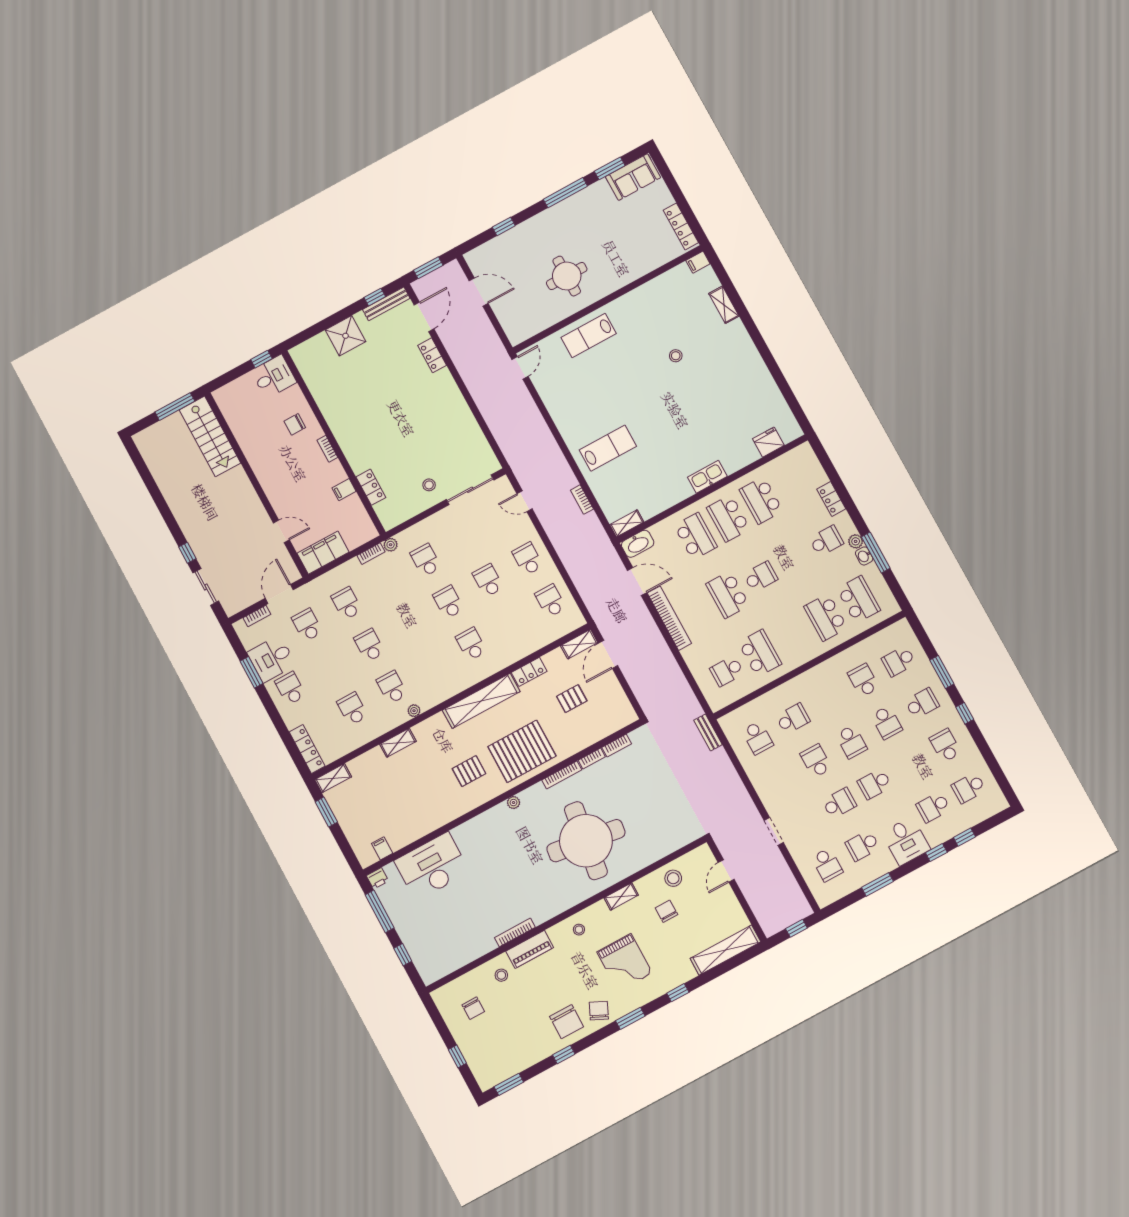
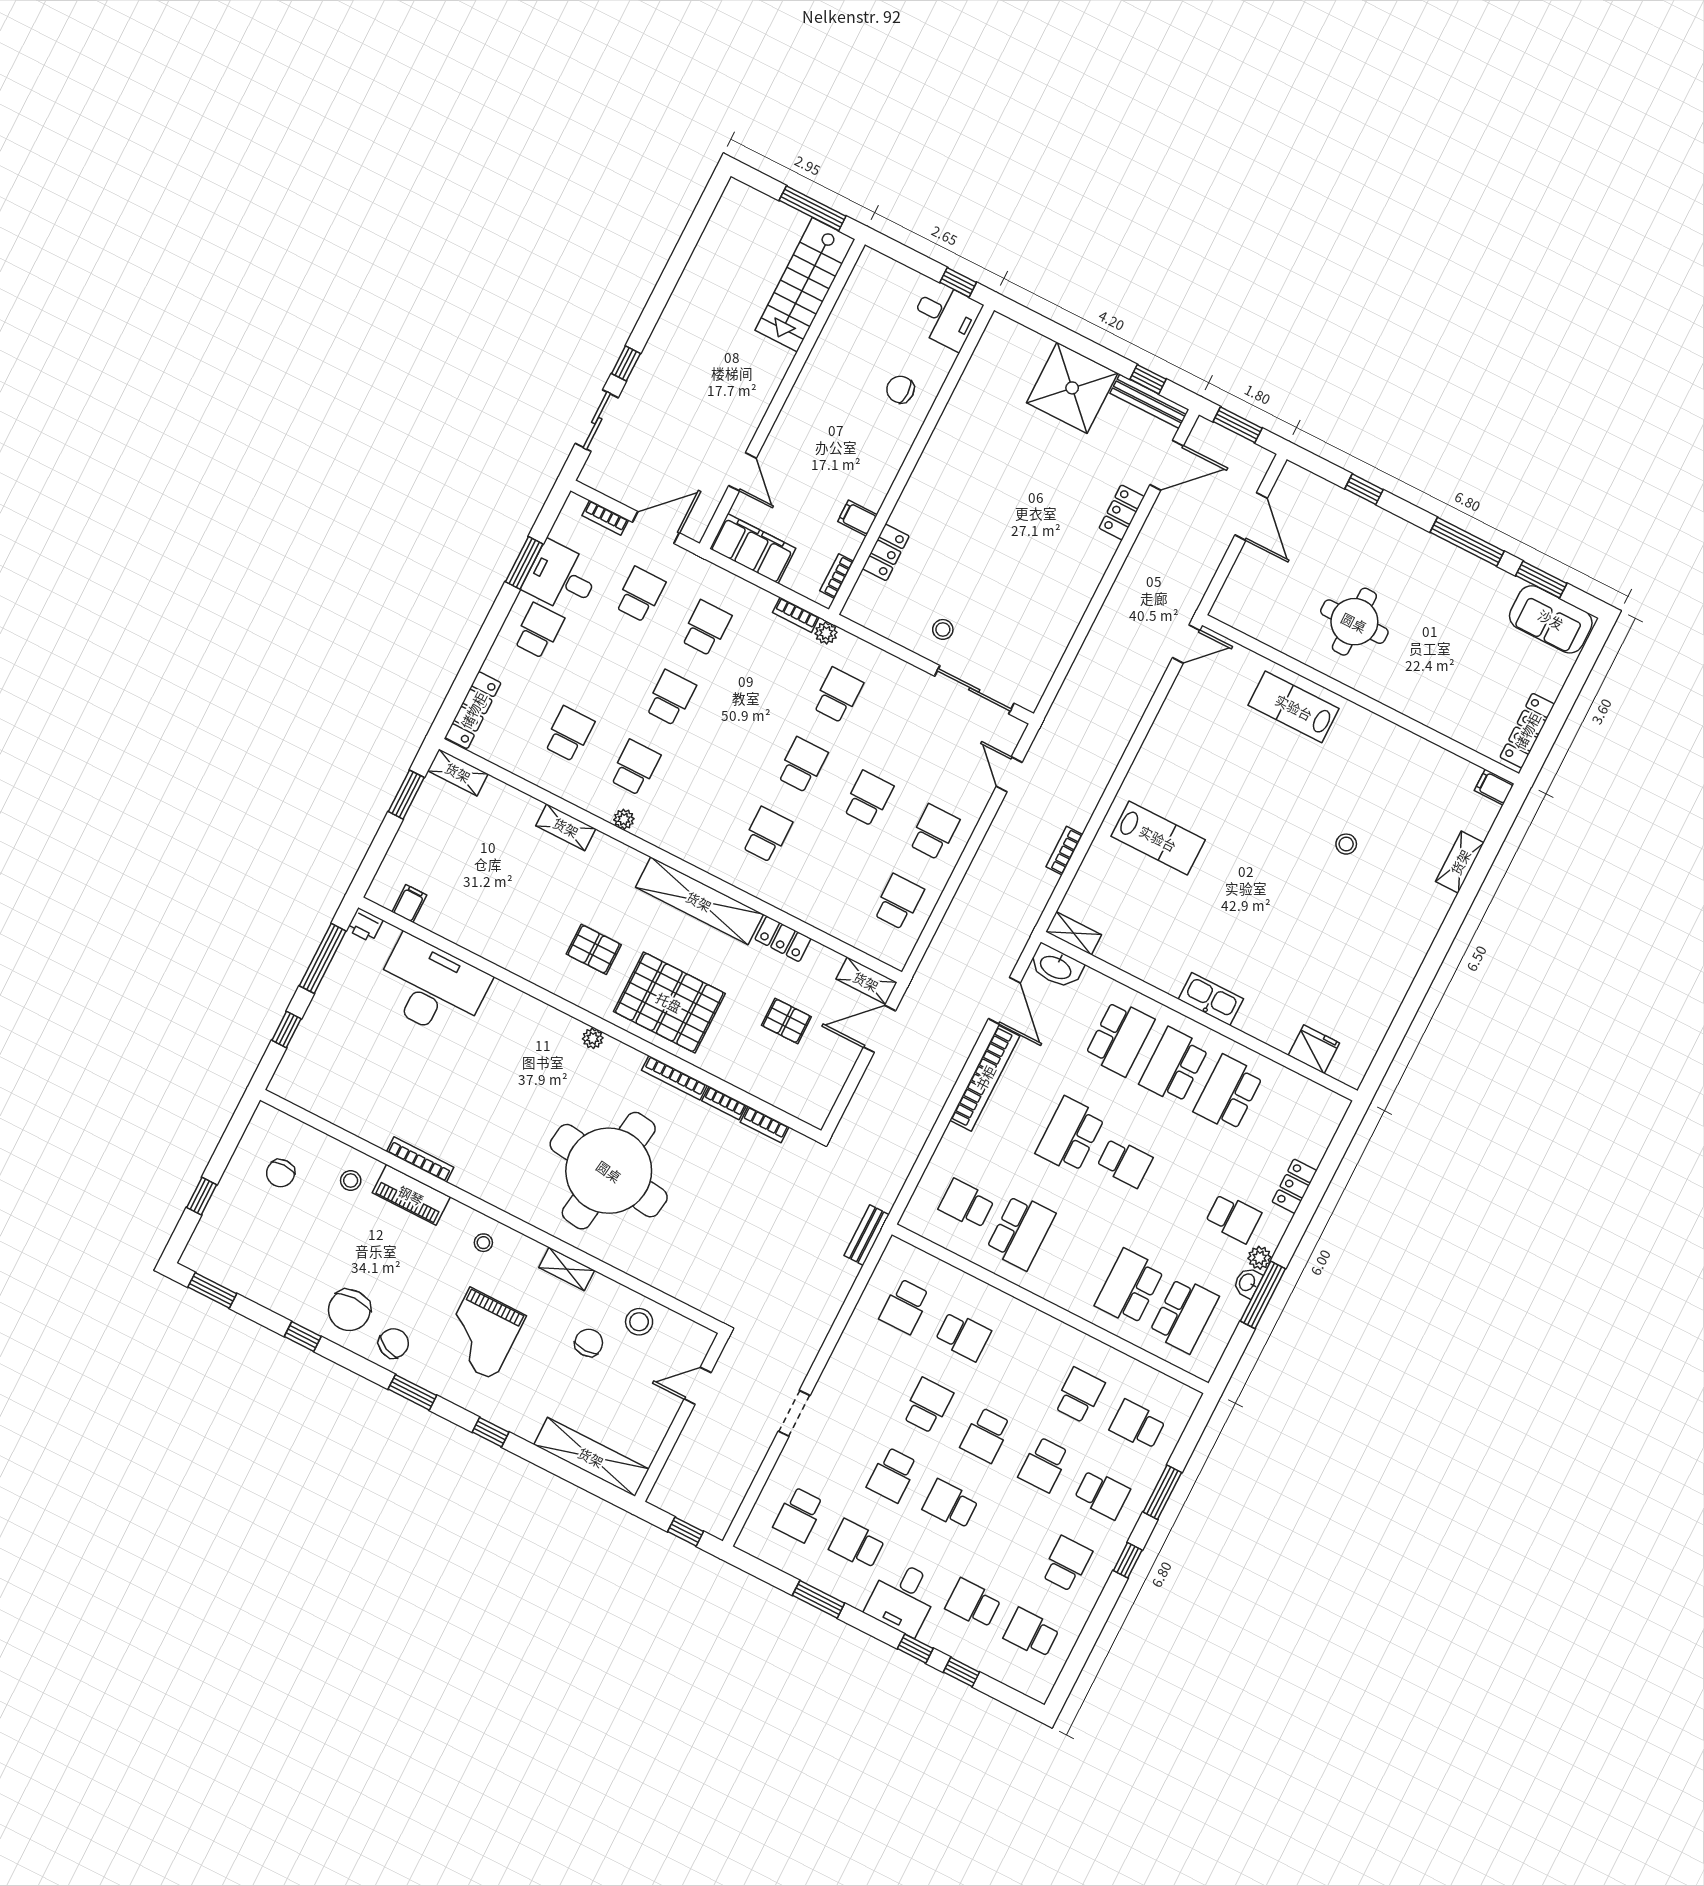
shower: (346, 336) -> (1072, 388), width x1.37, depth x1.37
bookcase: (327, 449) -> (837, 576), moved
school desk: (839, 803) -> (892, 1475), turned 90

